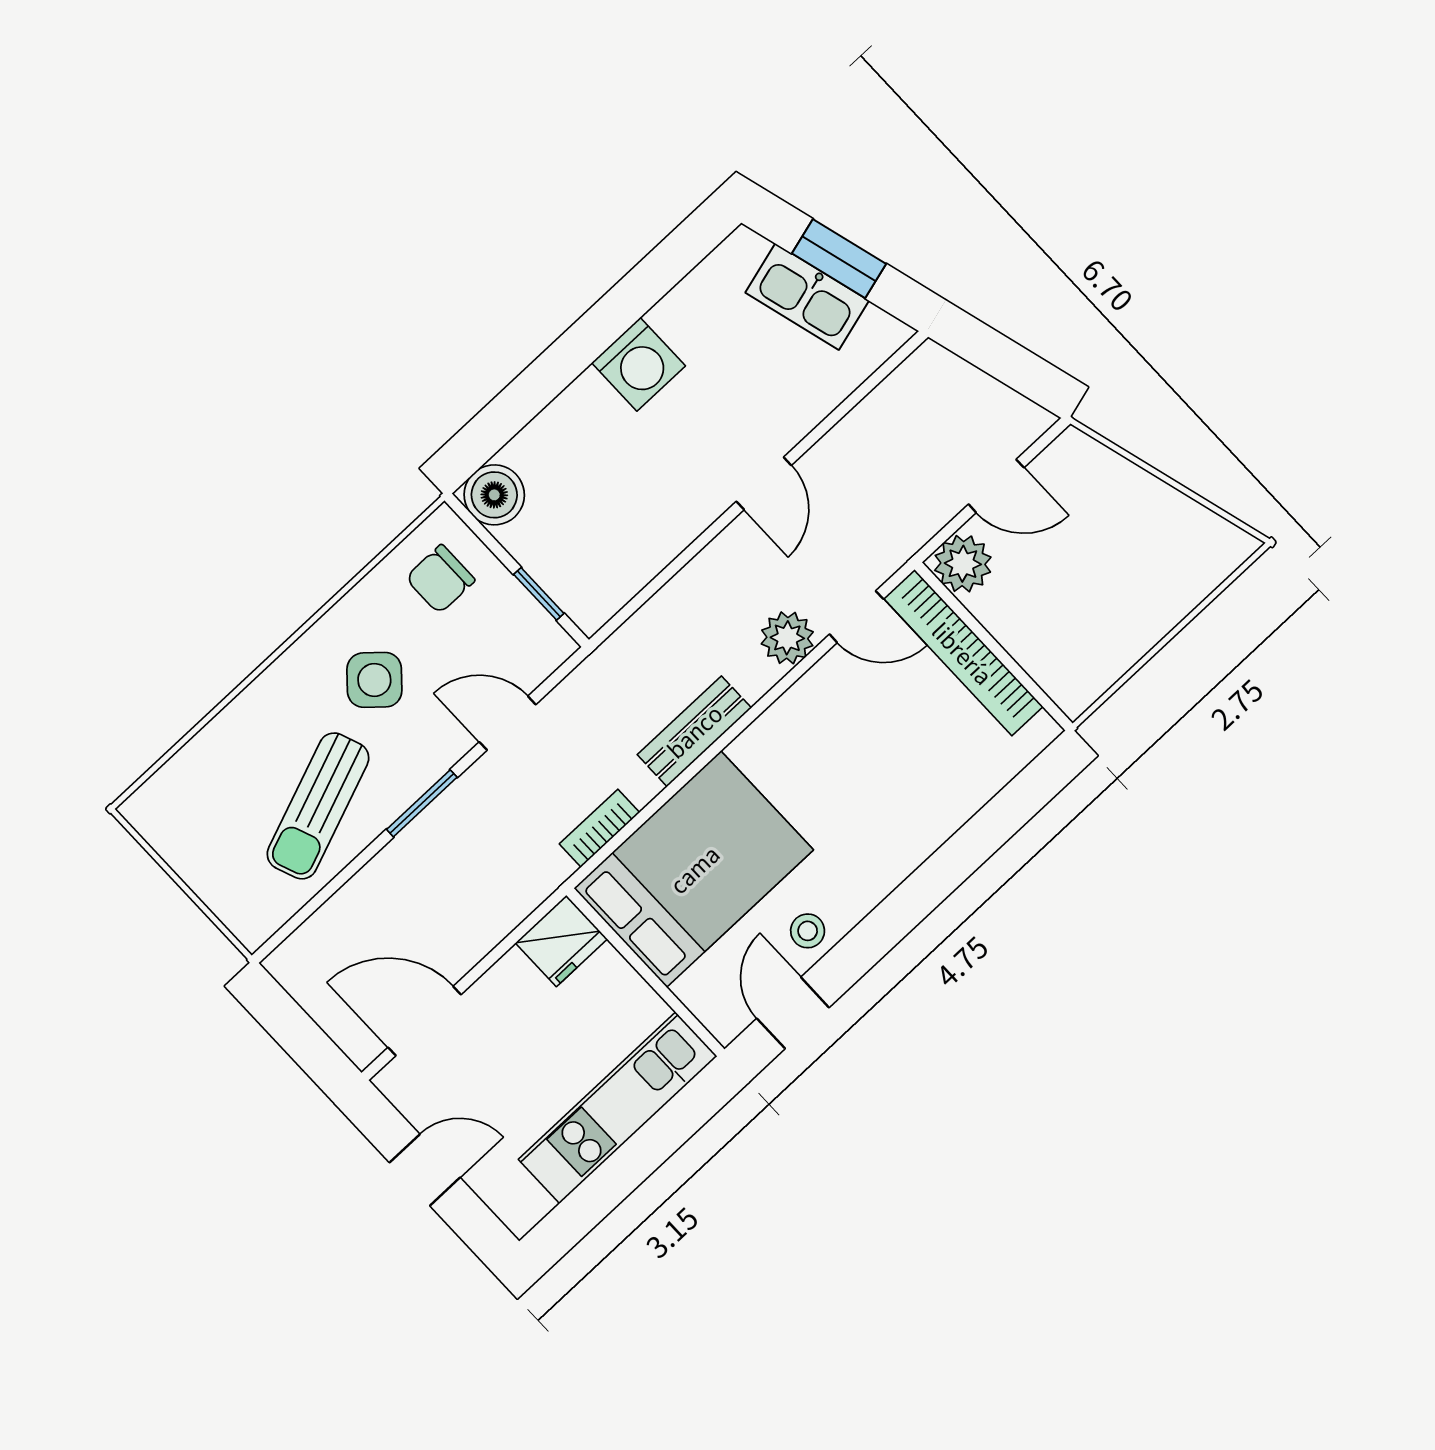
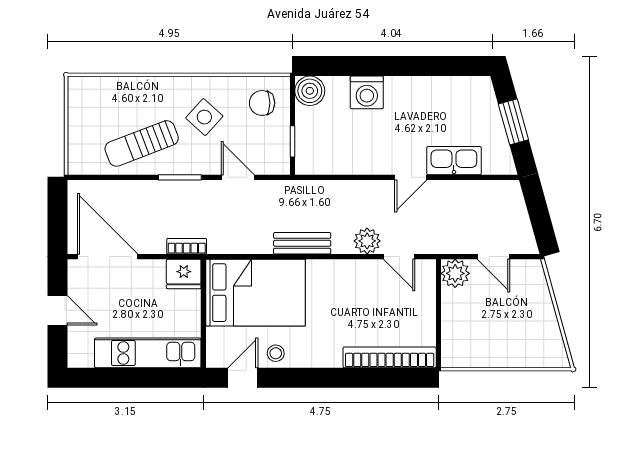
kitchen sink: (807, 297) -> (454, 161), moved, turned 105
washing machine: (639, 364) -> (367, 92), moved
bookcase: (963, 653) -> (390, 357), moved, turned 90
bookcase: (599, 828) -> (187, 246), moved
door: (424, 1021) -> (108, 257), width x1.36

